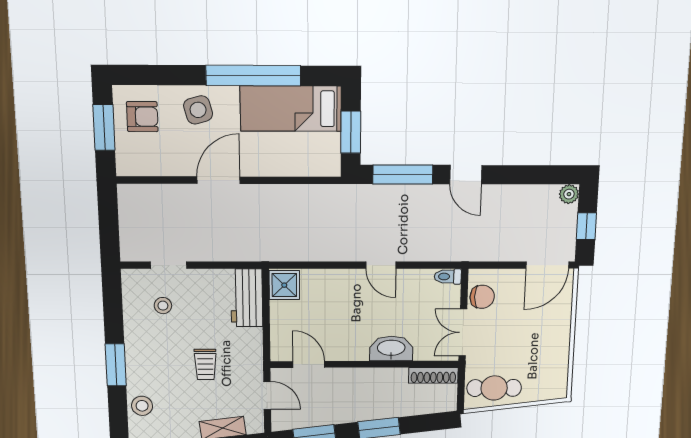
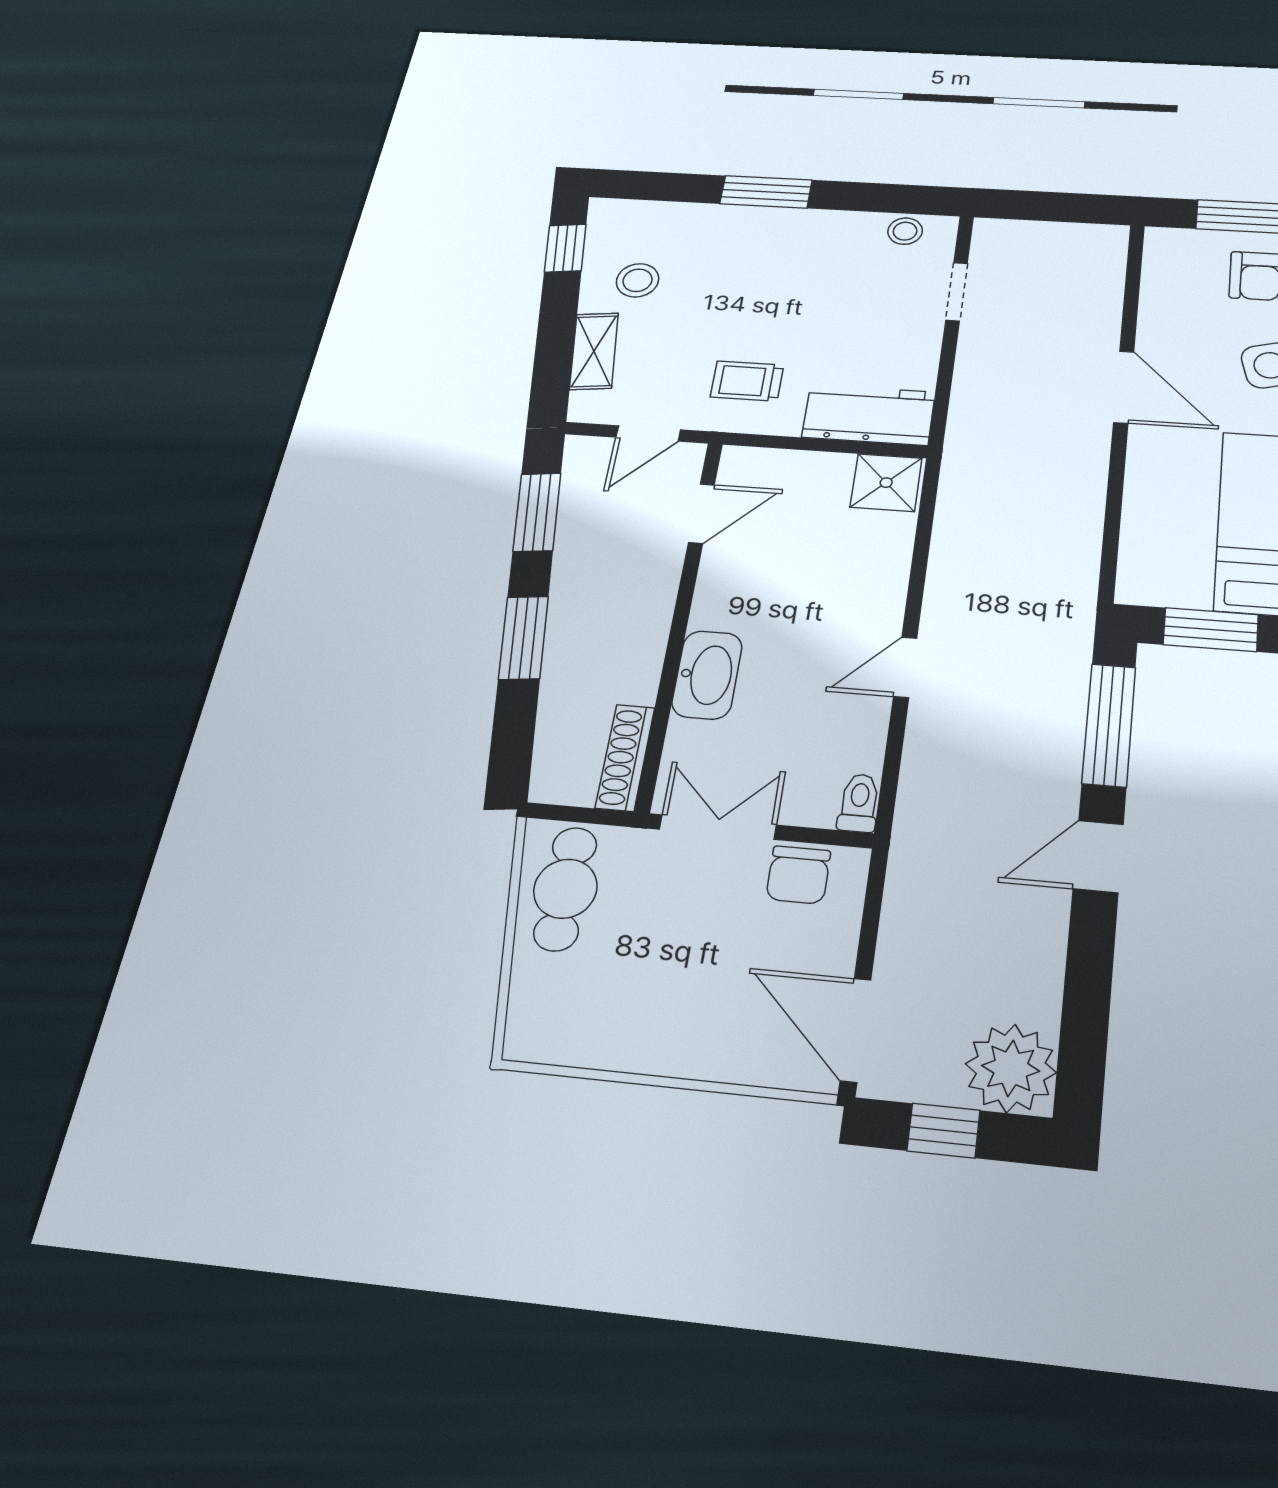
plant: (569, 194) -> (1011, 1068), width x1.88, depth x1.88
stool: (163, 306) -> (905, 231), moved
trolley: (205, 364) -> (747, 381), moved
stool: (142, 406) -> (638, 280), moved

